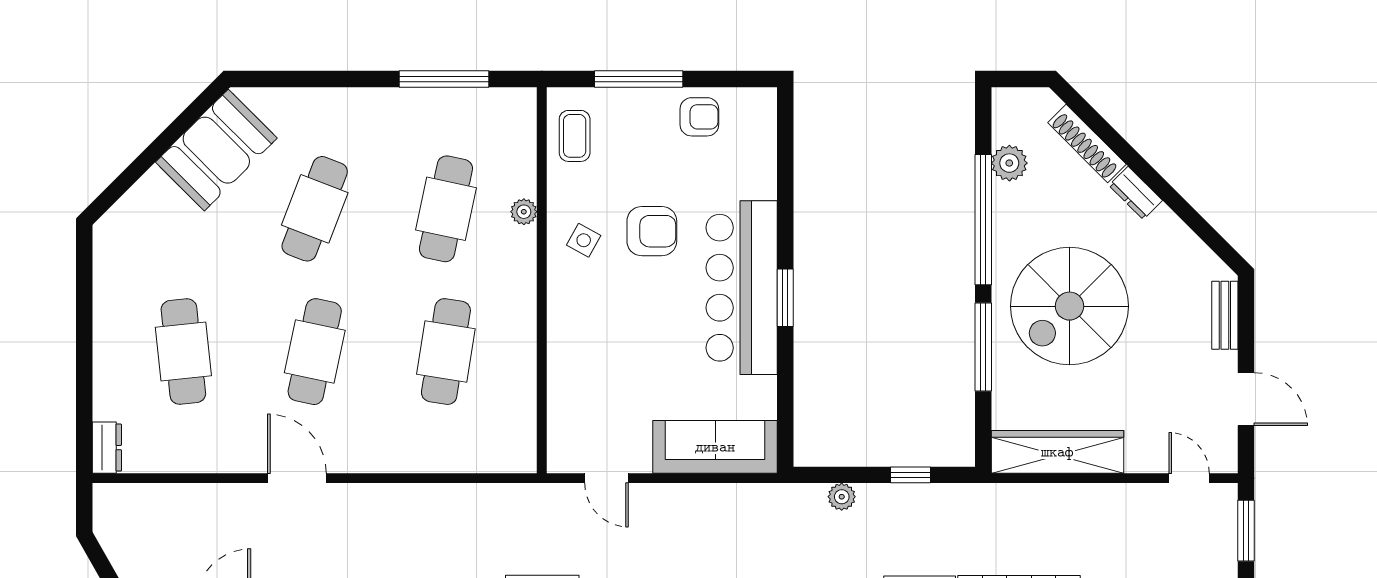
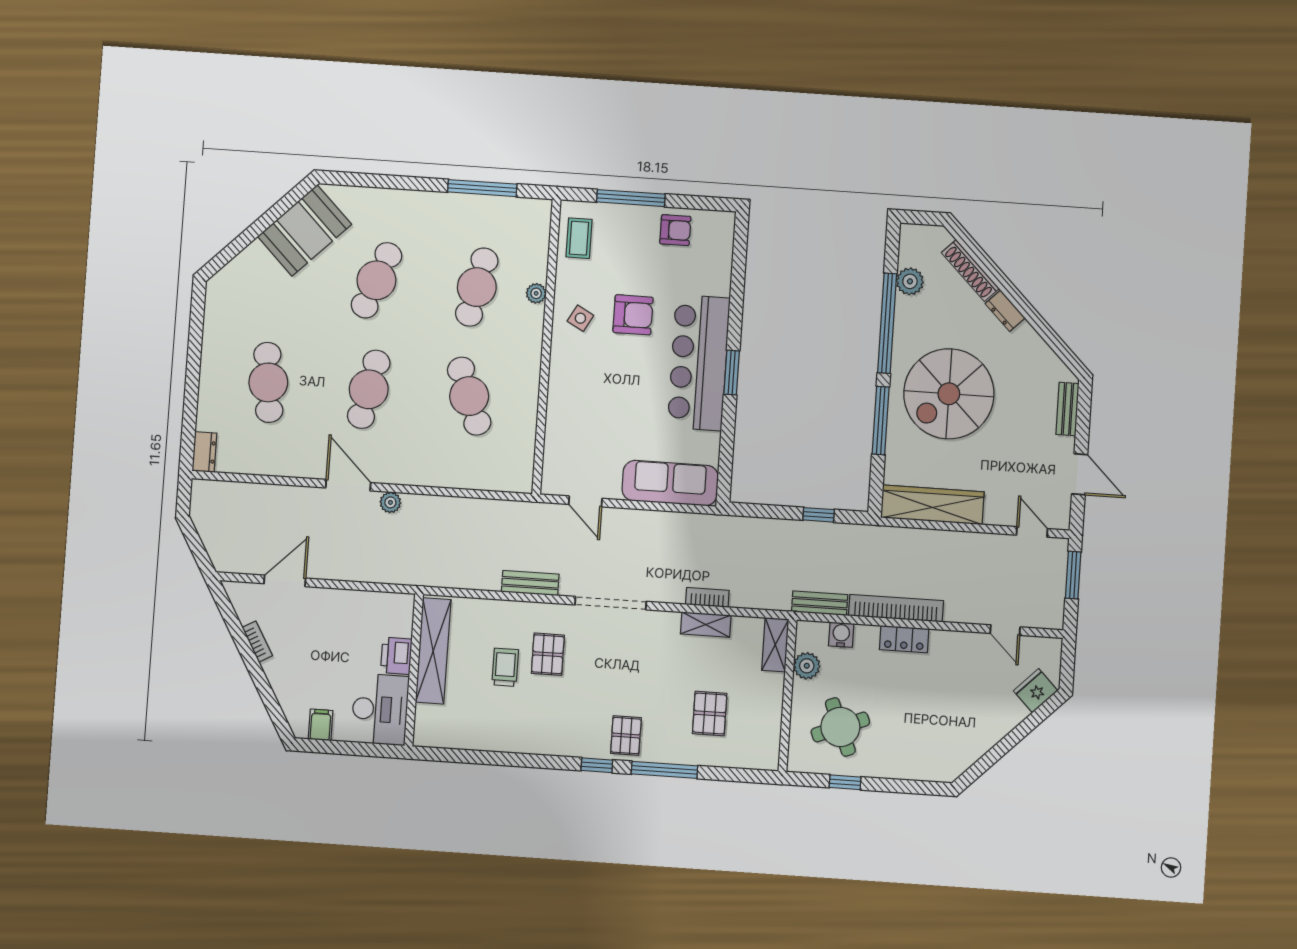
cafe table: (446, 352) -> (469, 396), turned -30
plant: (842, 497) -> (390, 502), moved

